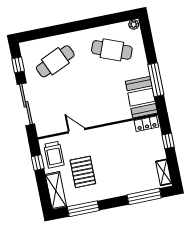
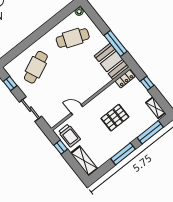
sliding door: (26, 104) -> (30, 109), width x0.73
pallet: (83, 172) -> (115, 118), moved, turned 90
window: (83, 209) -> (123, 154), moved

